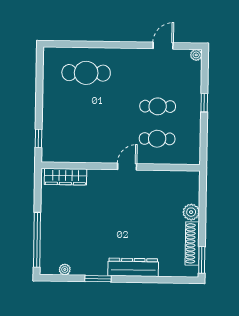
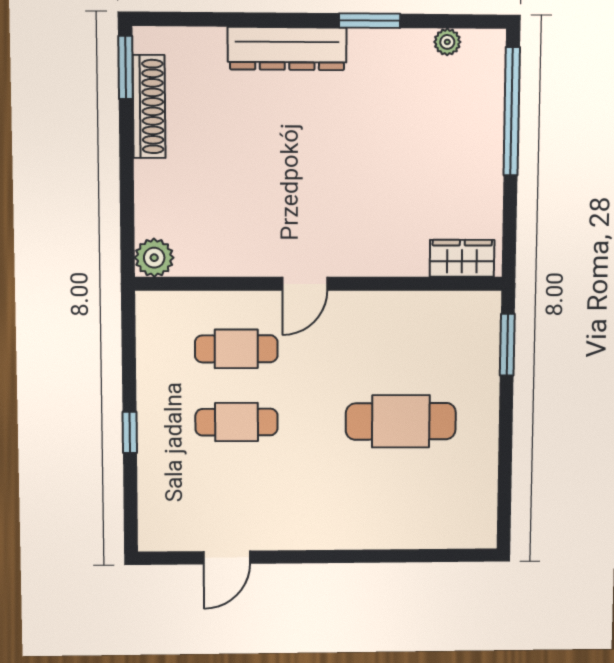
plant: (196, 55) -> (151, 539), removed
cafe table: (86, 73) -> (401, 421), moved
window: (39, 138) -> (507, 345), width x1.50
wardrobe: (65, 177) -> (462, 258), width x0.67
plant: (191, 212) -> (154, 258), moved

